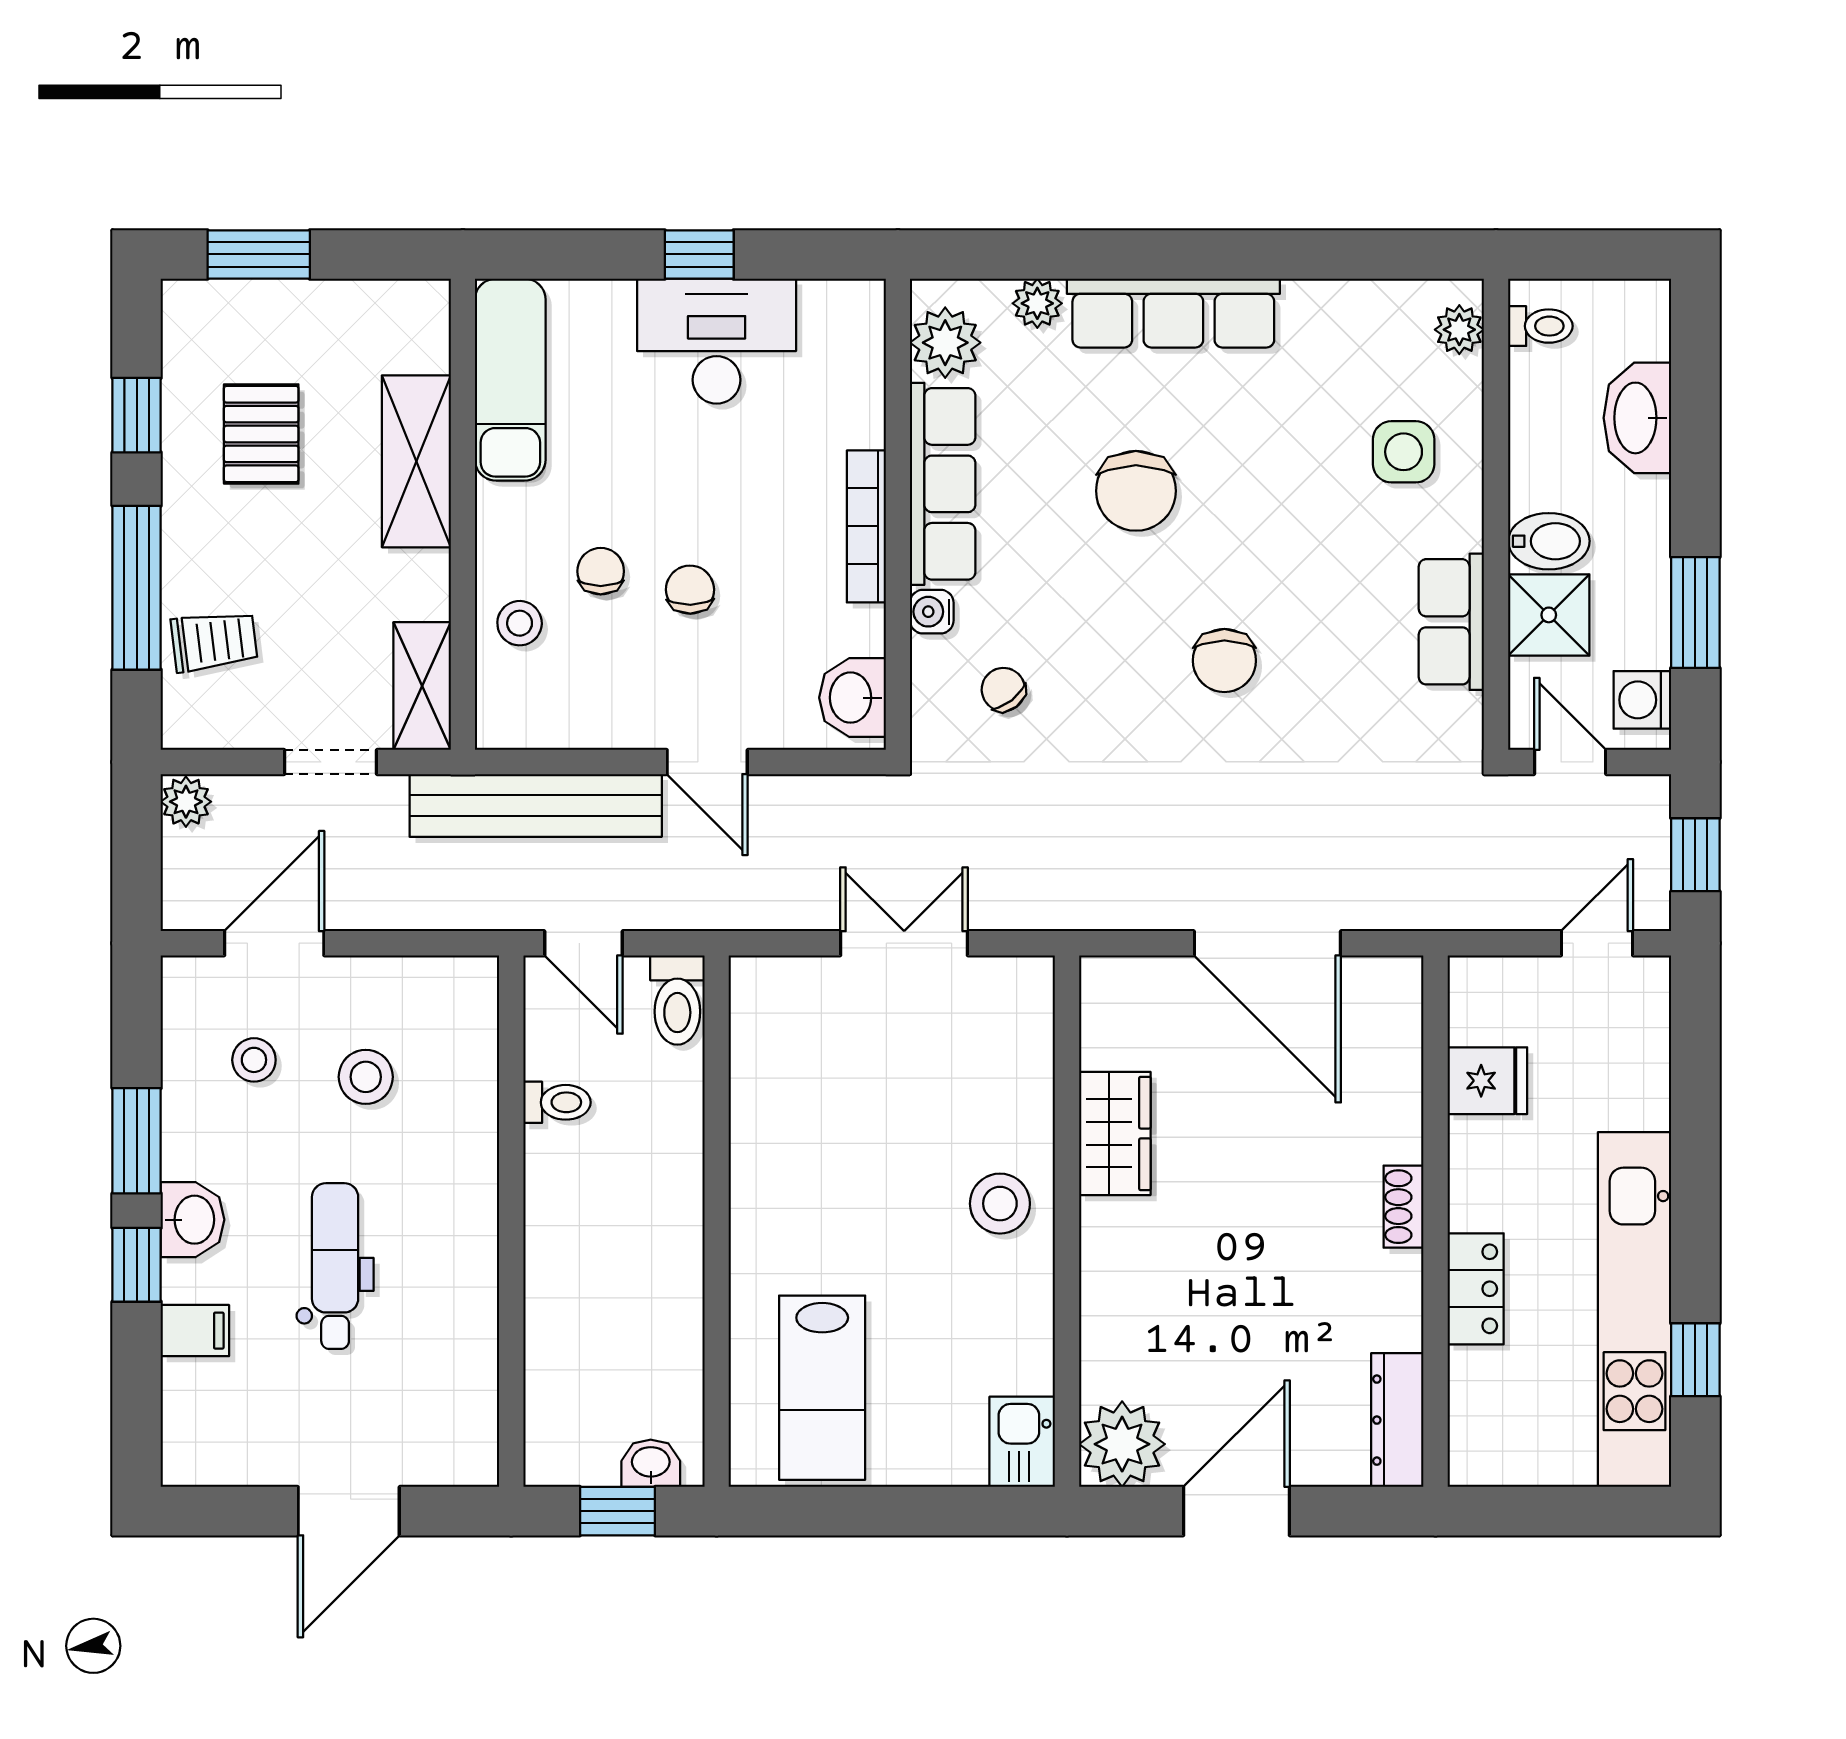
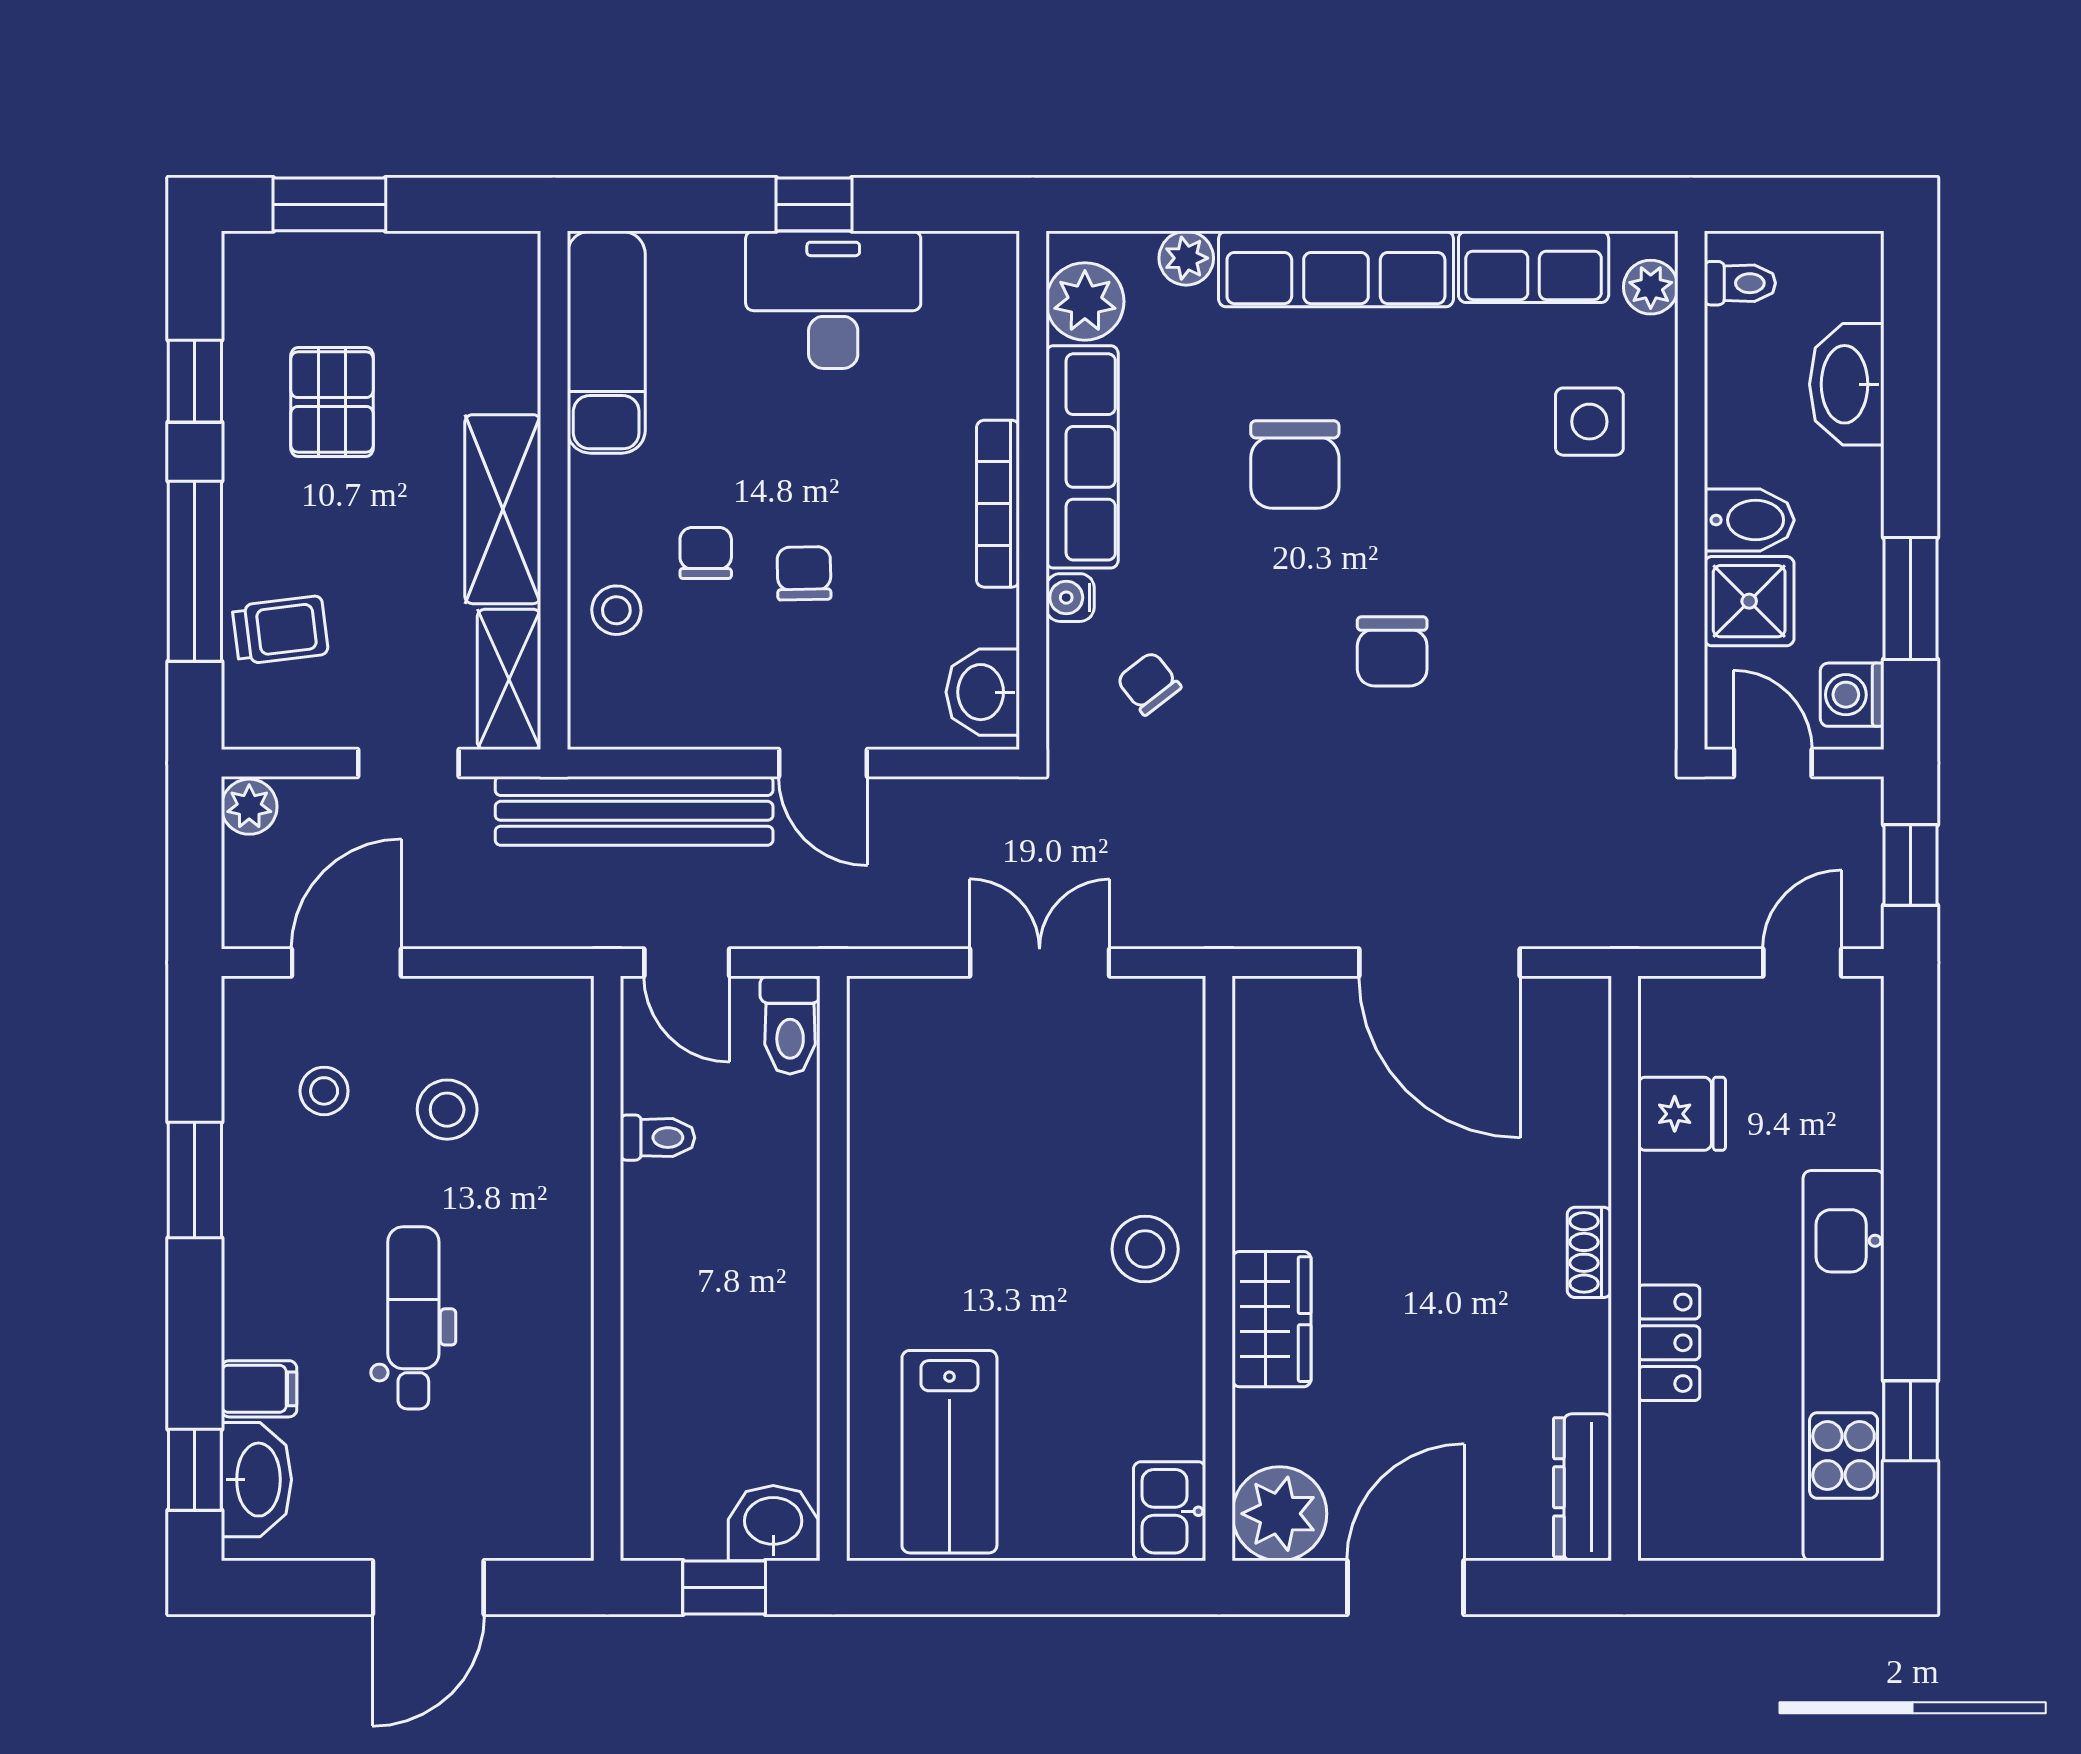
shelving: (416, 461) -> (503, 509), moved
row of seats: (1451, 622) -> (1534, 267), moved, turned -90
wardrobe: (1115, 1133) -> (1272, 1319), moved
washbasin: (193, 1220) -> (256, 1480), moved, width x1.38
window: (137, 1265) -> (195, 1470), moved
washbasin: (651, 1463) -> (773, 1523), width x1.38, depth x1.45

